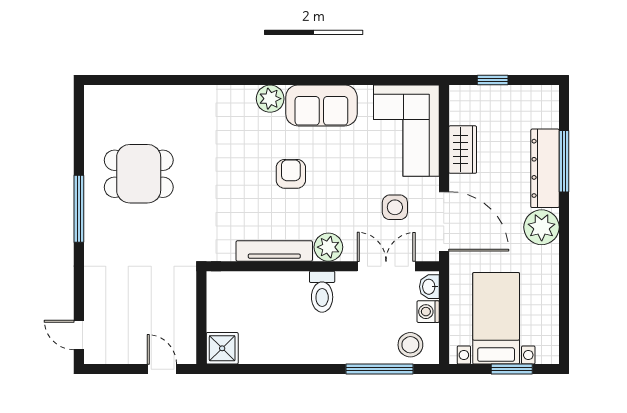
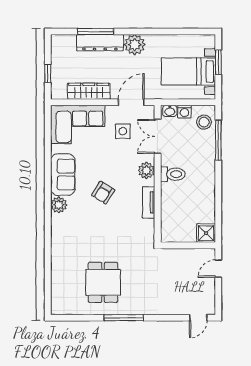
wardrobe: (463, 150) -> (89, 91), width x1.50
armchair: (291, 174) -> (103, 193), turned -58
door: (444, 221) -> (131, 102), width x0.73
tv unit: (274, 251) -> (149, 202), width x0.71

